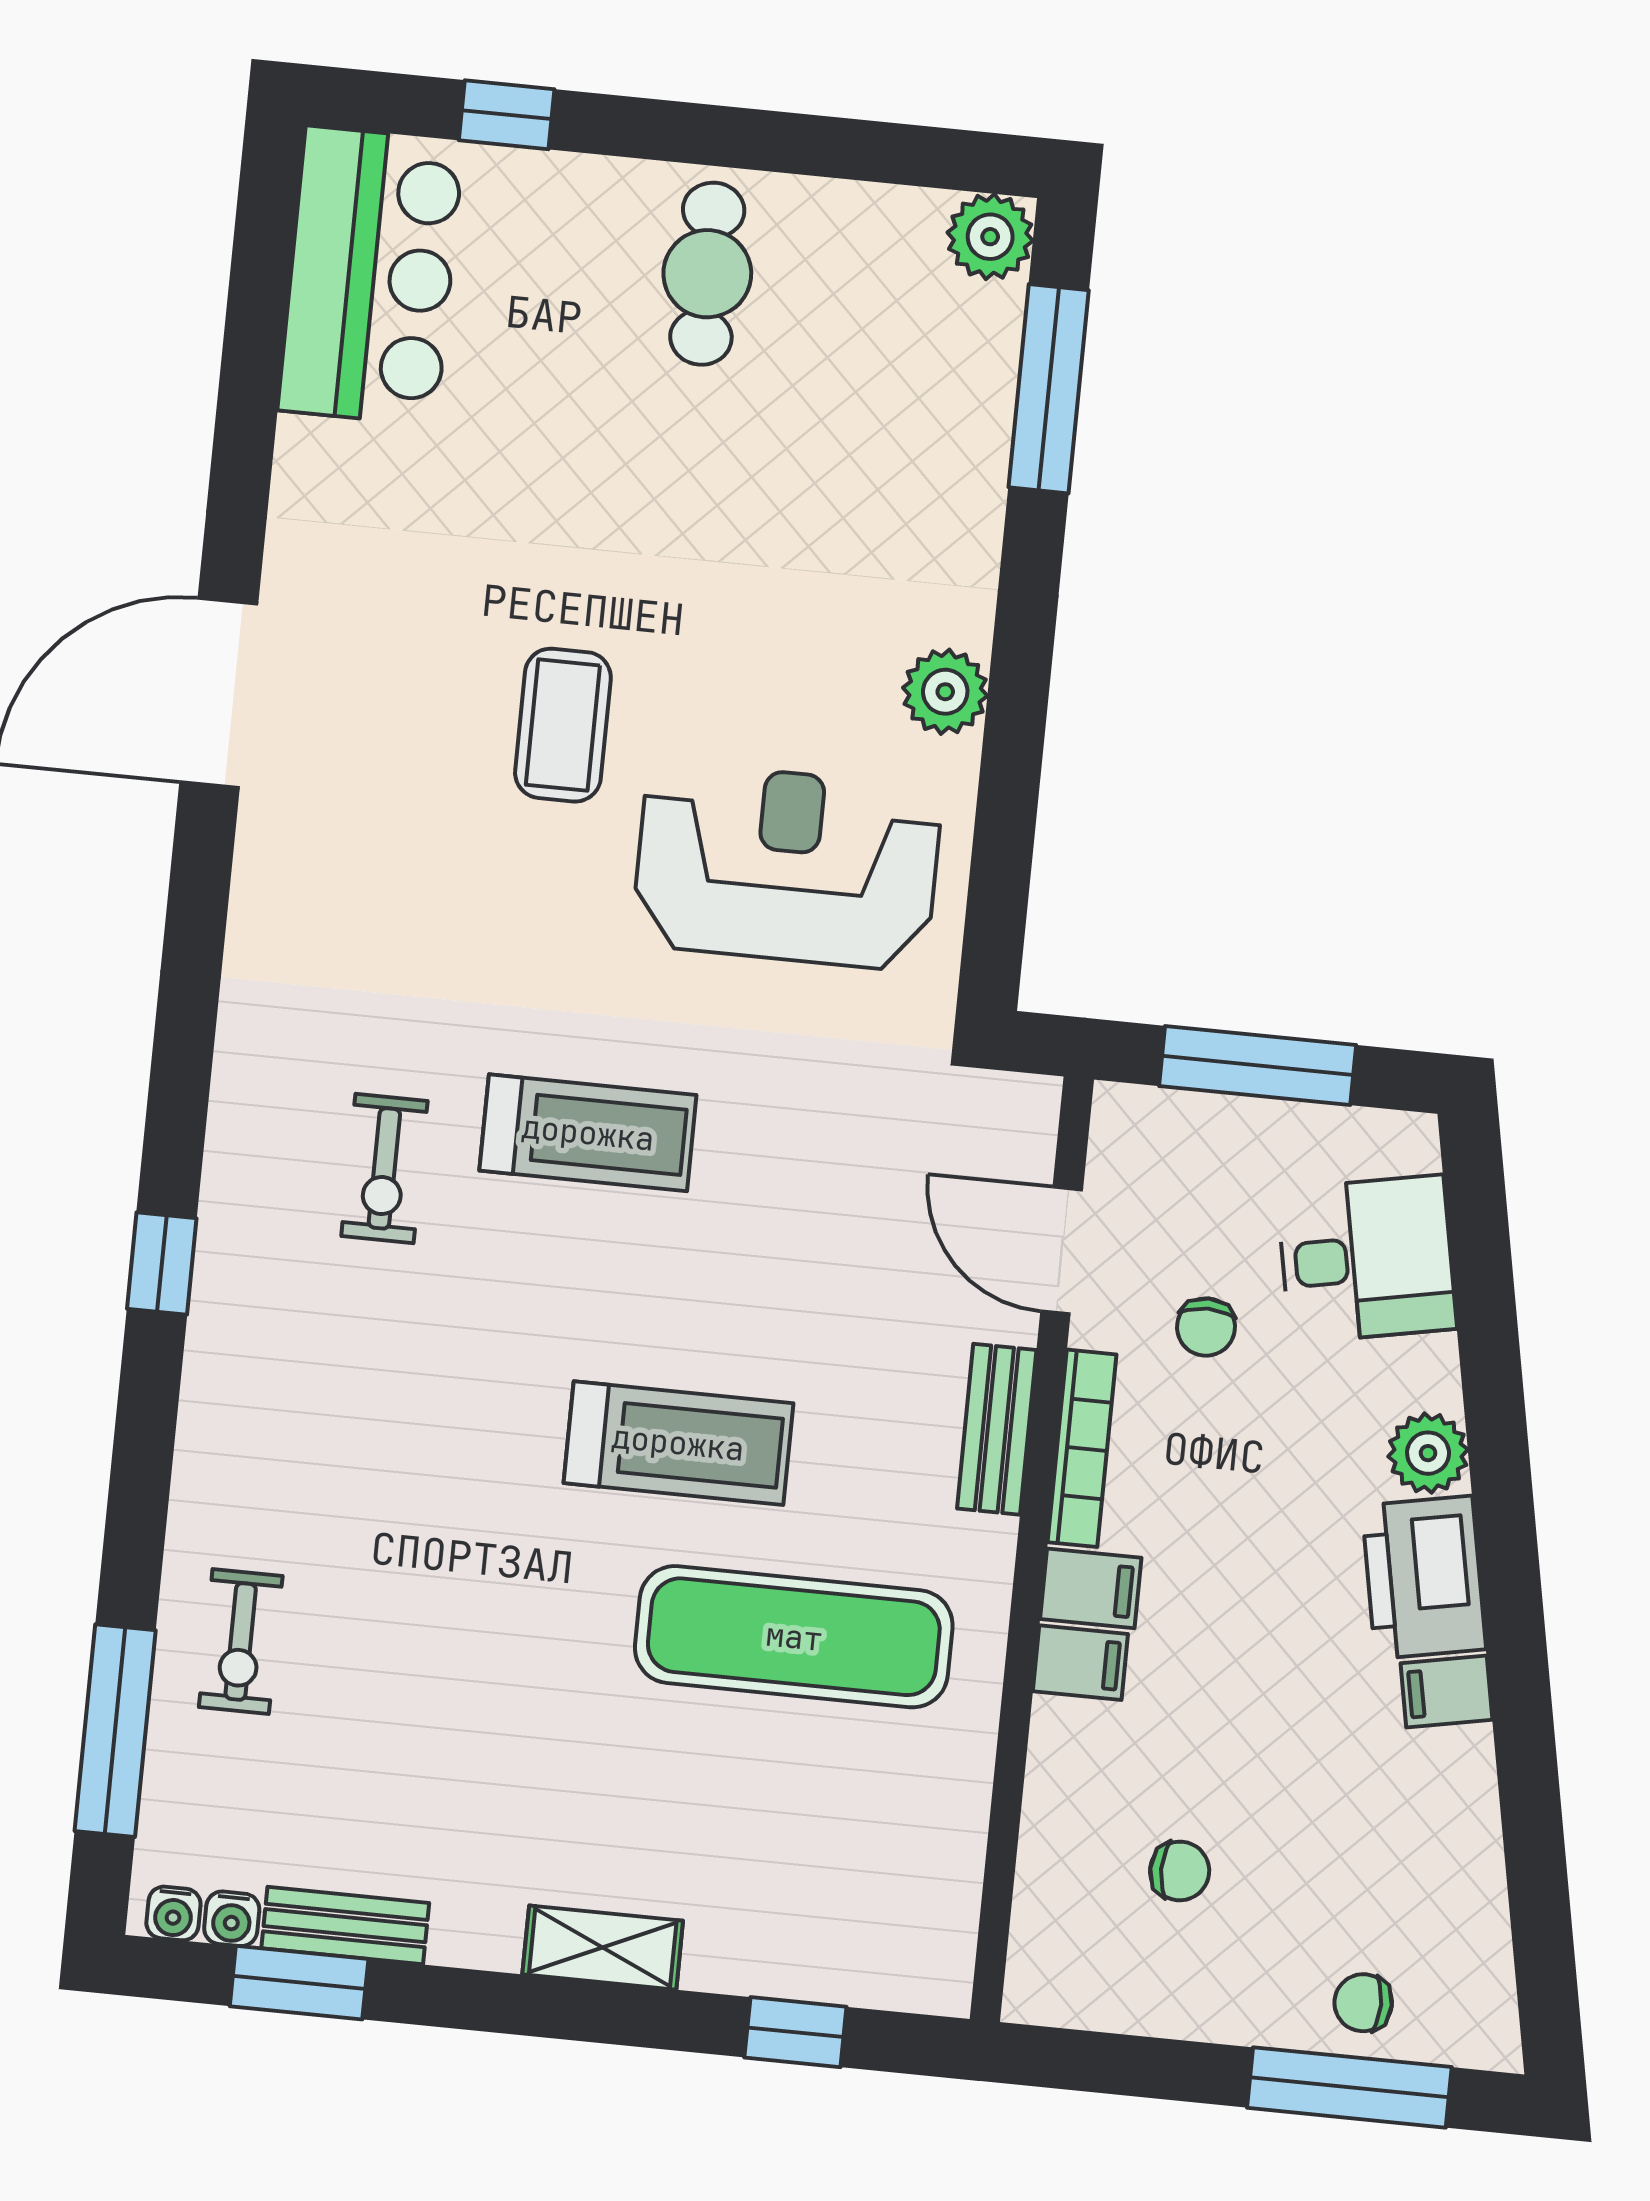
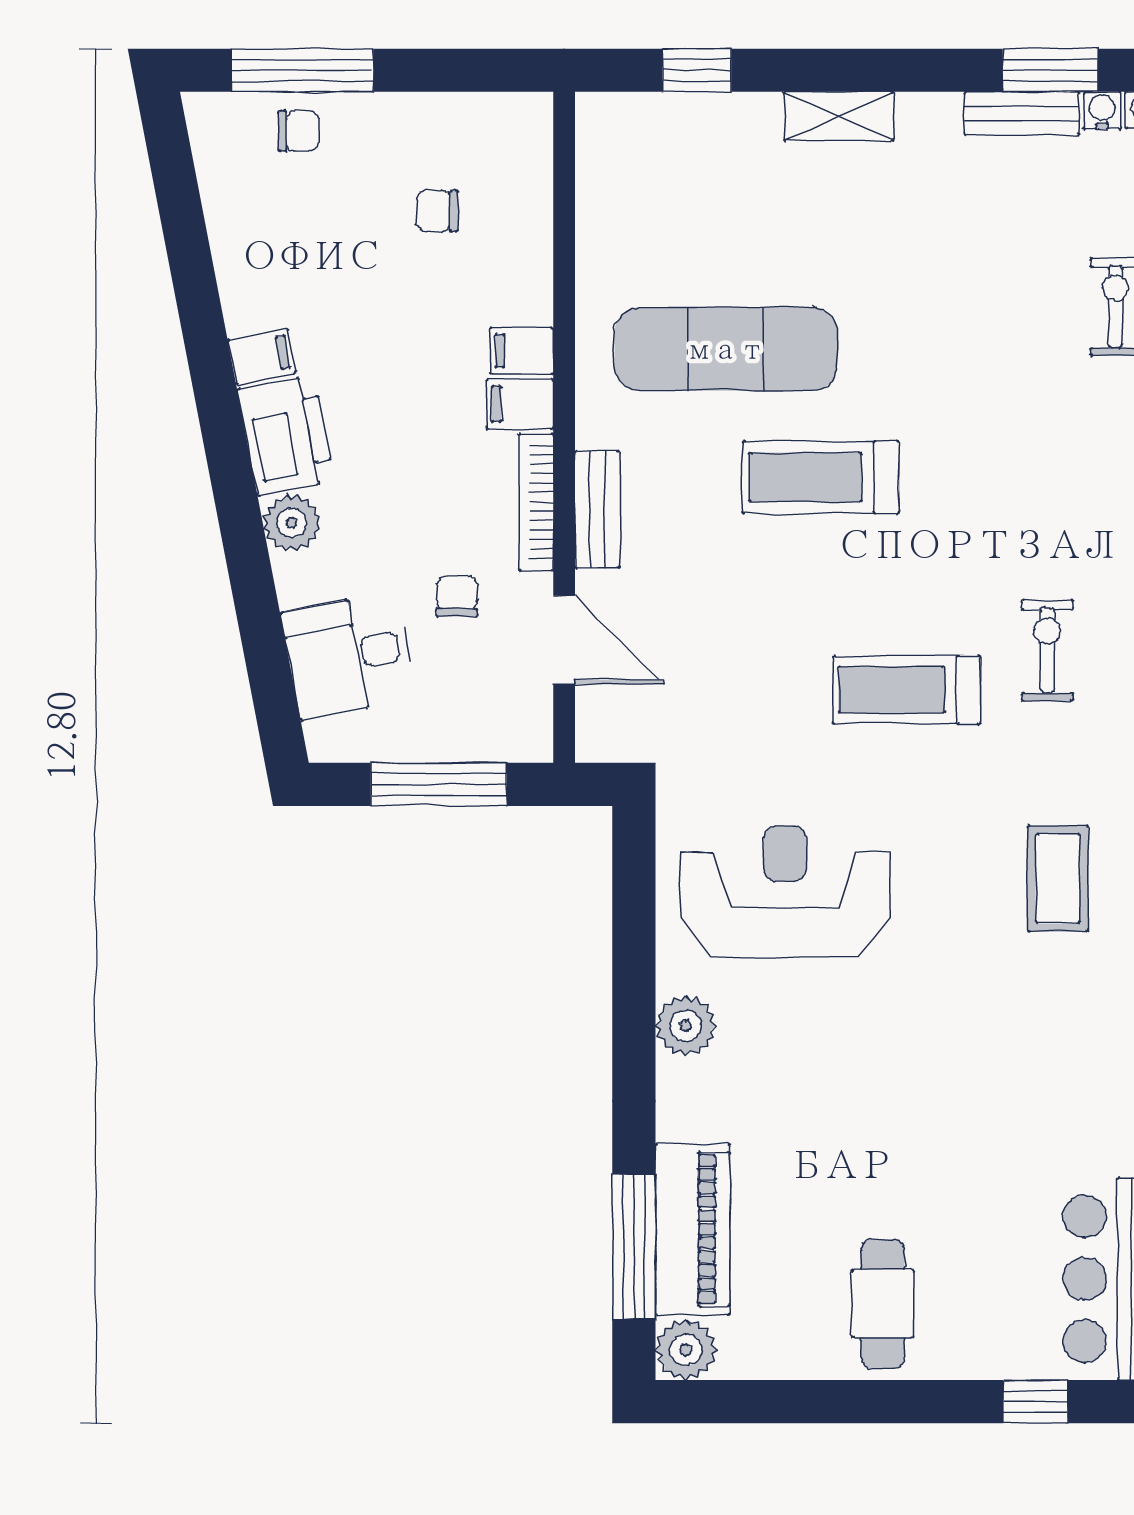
piano: (964, 405) -> (693, 1229), added
coffee table: (563, 725) -> (1058, 879), moved
reception desk: (787, 866) -> (785, 892), turned 180

